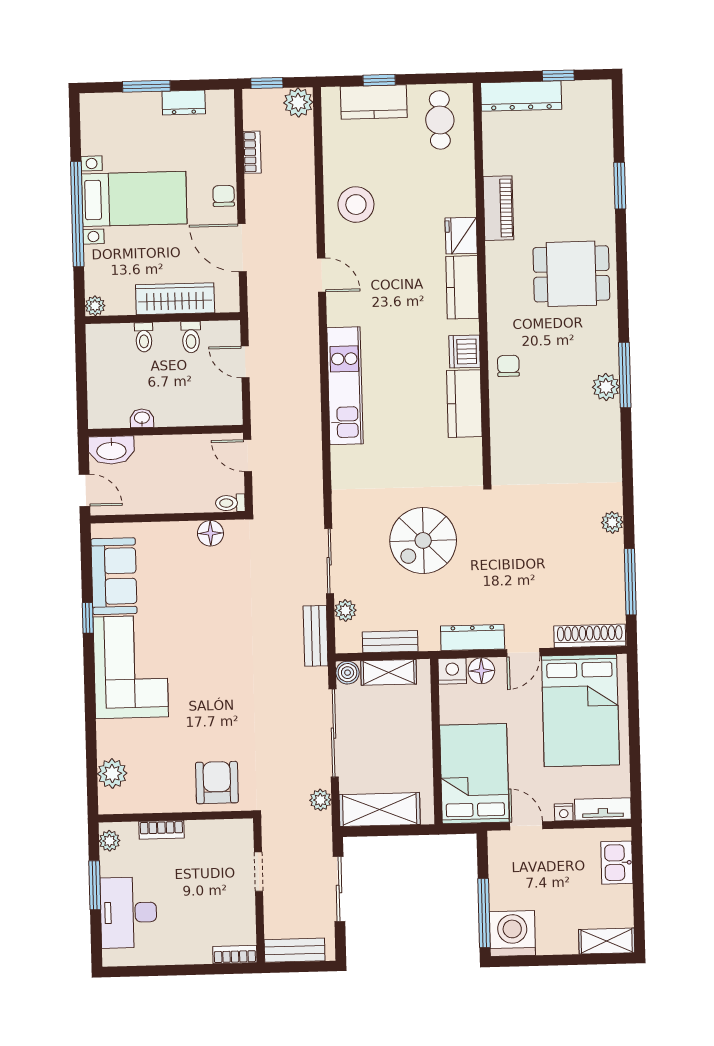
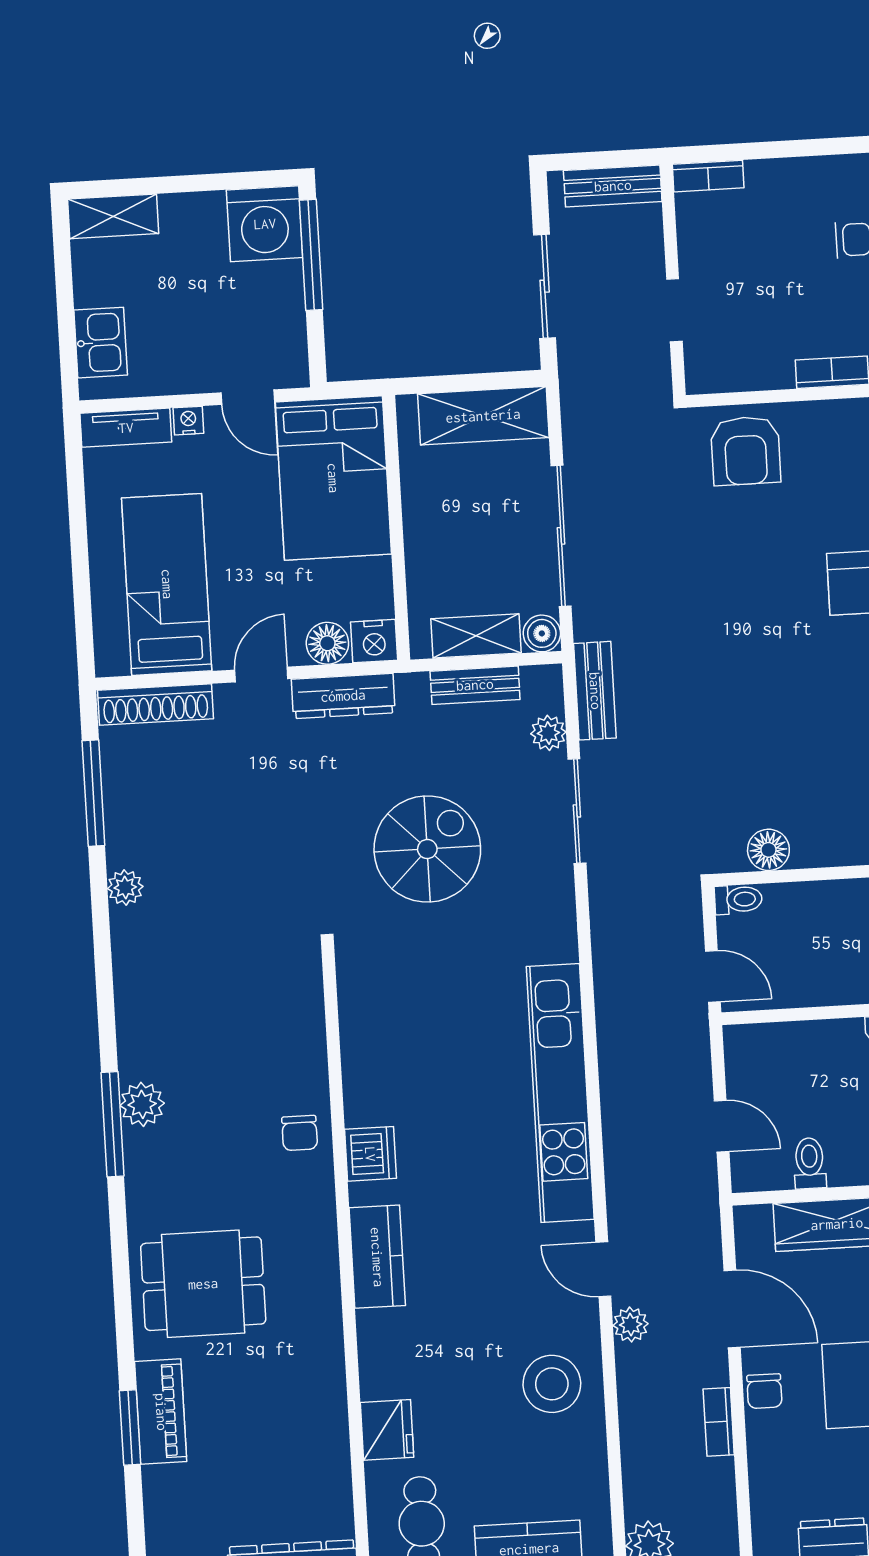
bookcase: (252, 152) -> (719, 1422), moved
piano: (498, 208) -> (161, 1412), moved, turned 180
fridge: (461, 236) -> (387, 1430), moved
kitchen unit: (345, 386) -> (560, 1093), width x1.36
kitchen counter: (464, 404) -> (368, 1070), removed
bed: (580, 710) -> (167, 584), width x0.67
plant: (320, 800) -> (631, 1325), moved

